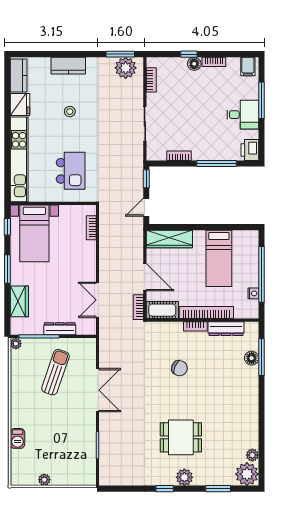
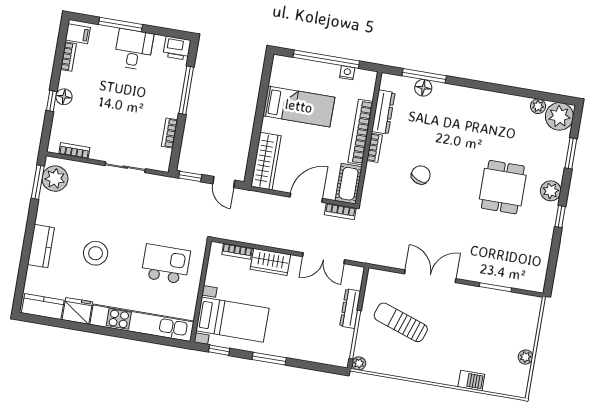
bookcase: (214, 62) -> (68, 57), moved
stool: (70, 112) -> (96, 253), width x1.89, depth x1.89
wardrobe: (19, 301) -> (270, 262), moved, turned 180

